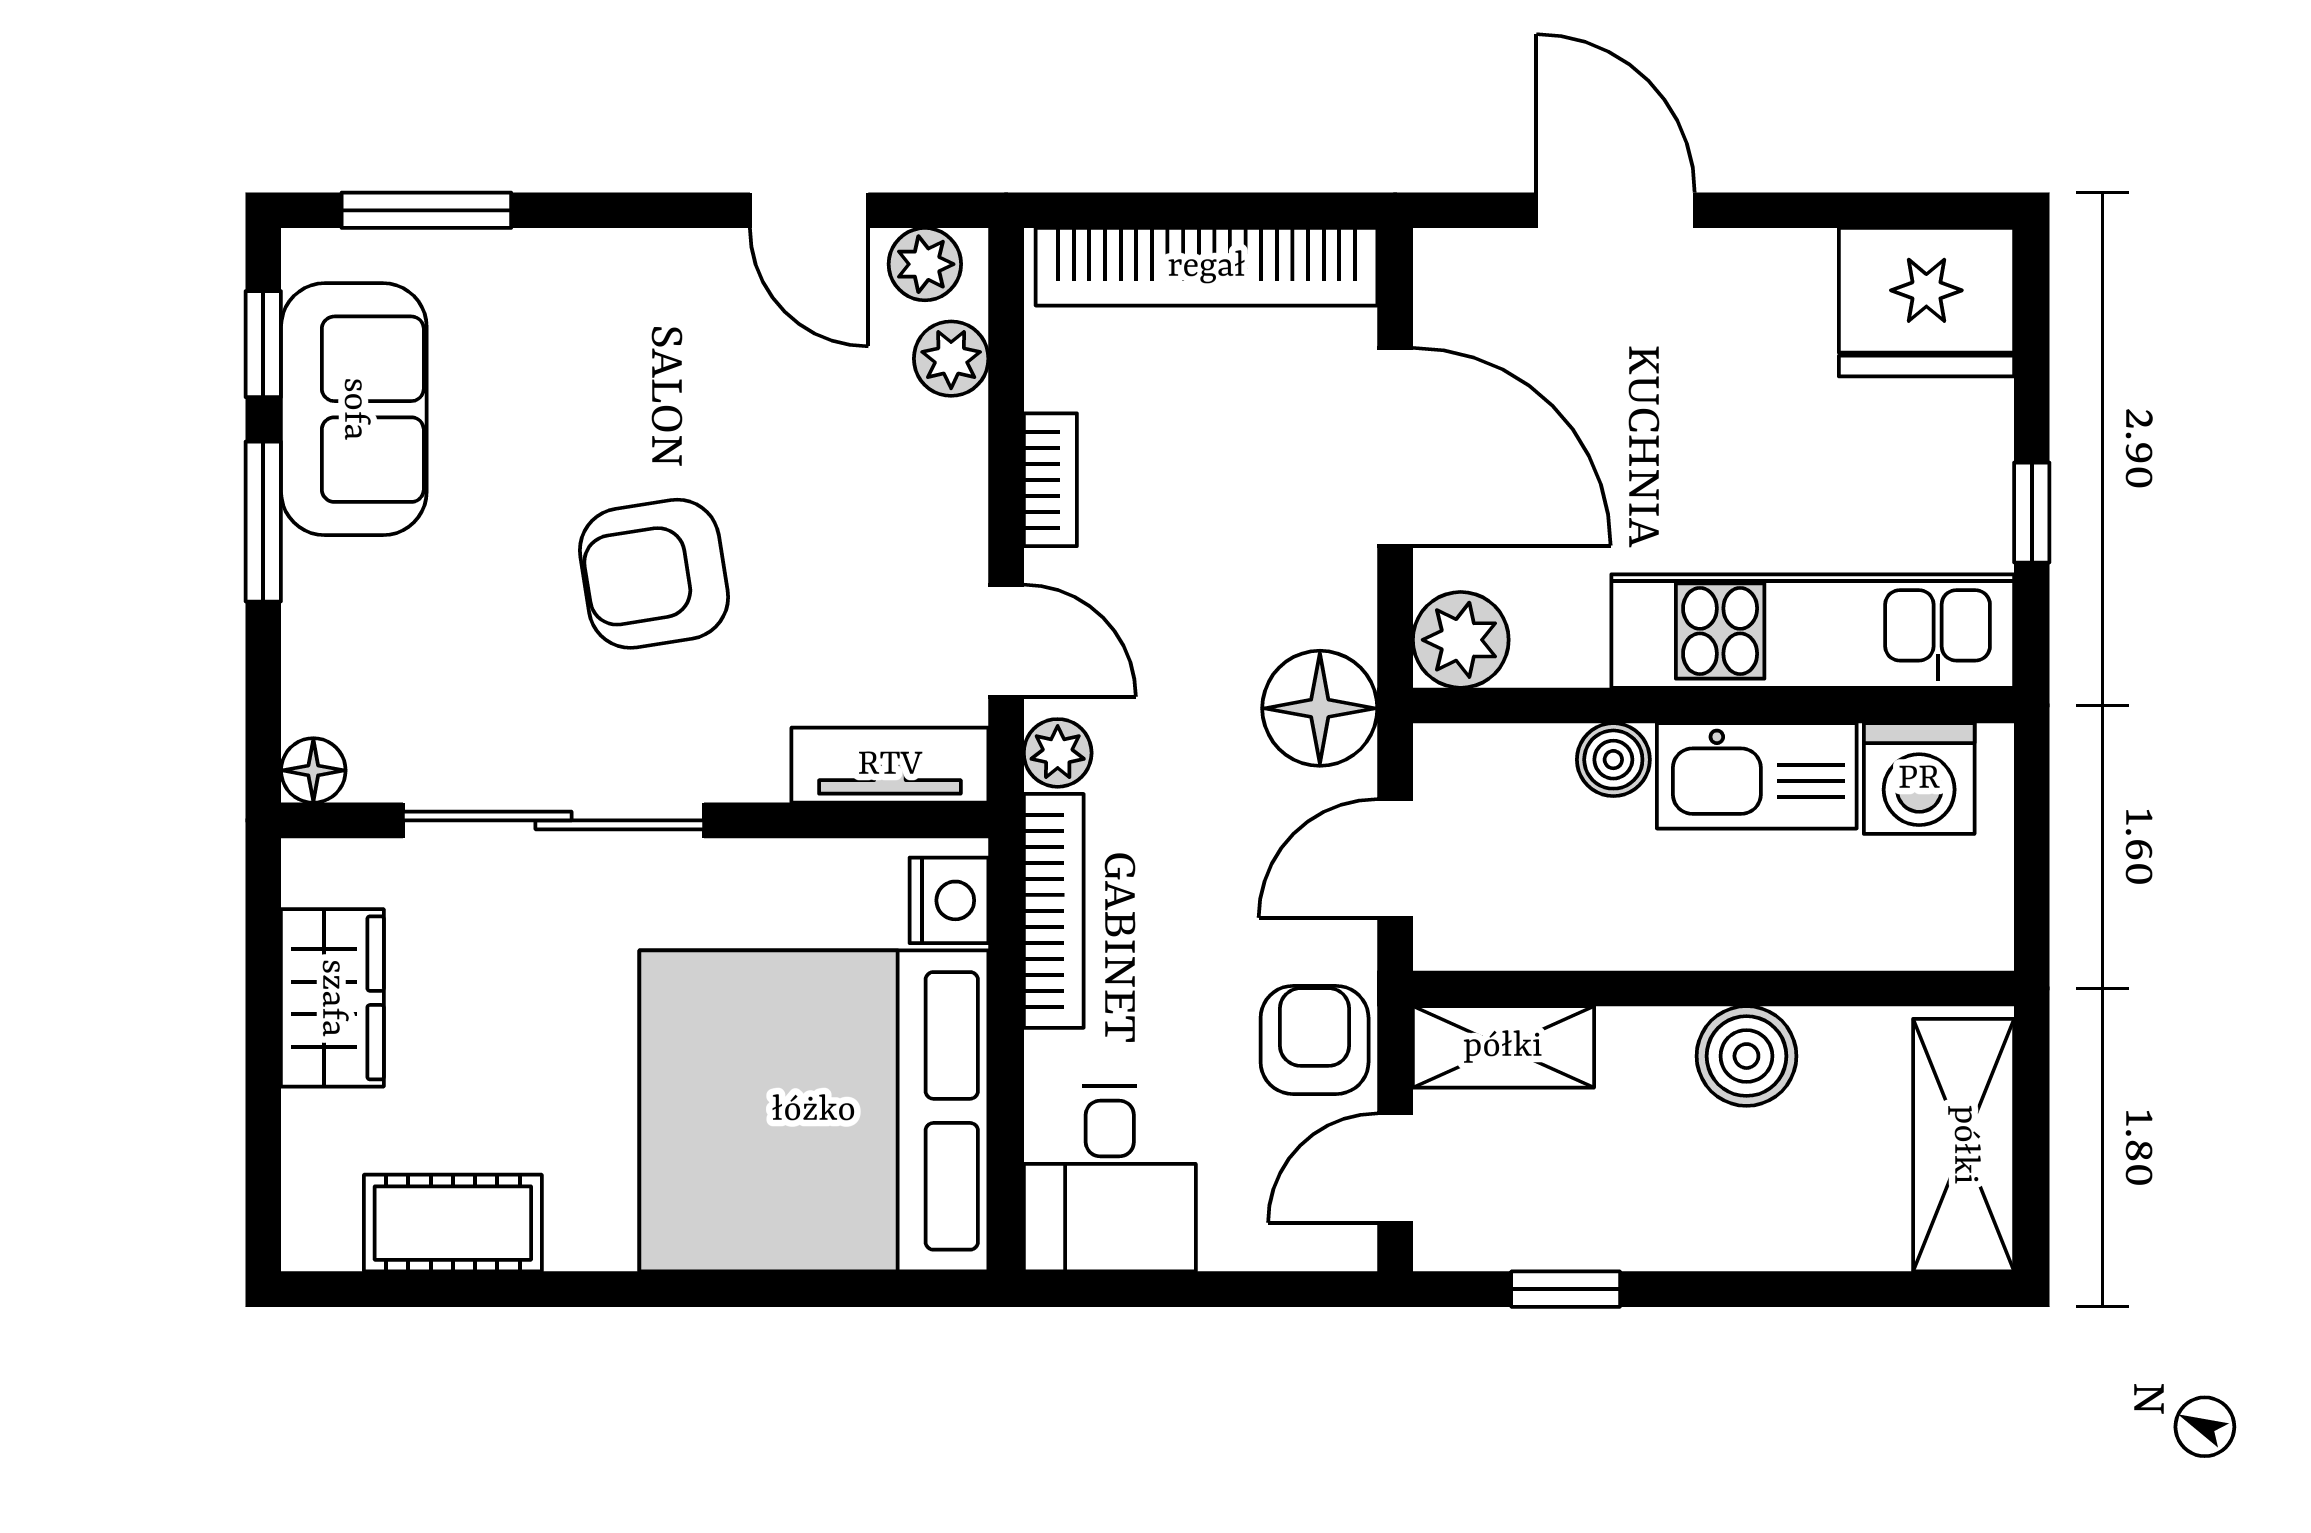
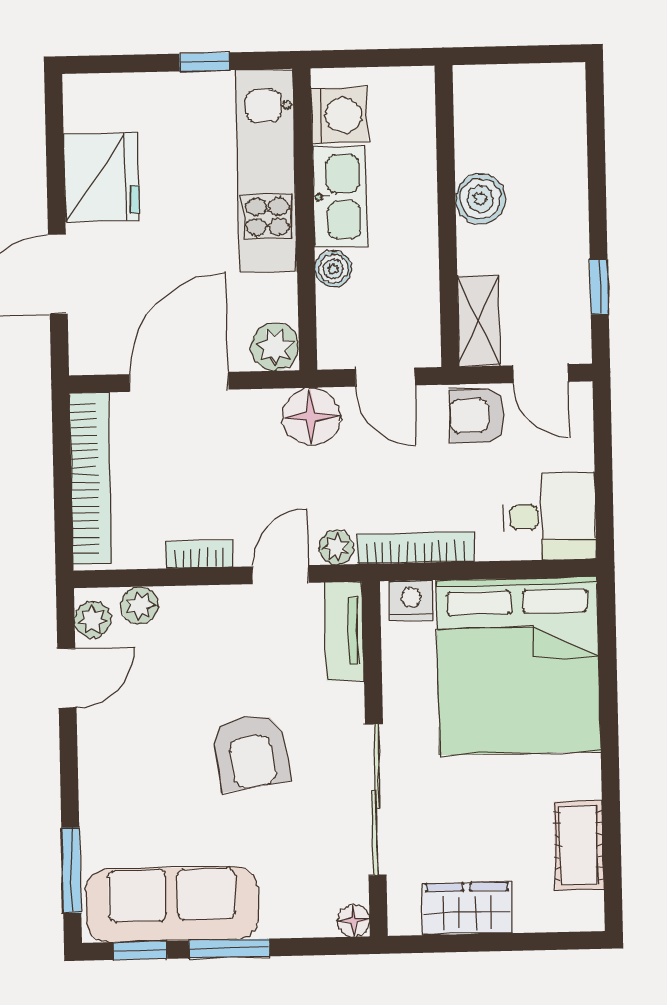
fridge: (1926, 302) -> (102, 177), moved
sofa: (354, 409) -> (172, 904), width x1.36
shelving: (1964, 1145) -> (523, 89), removed

